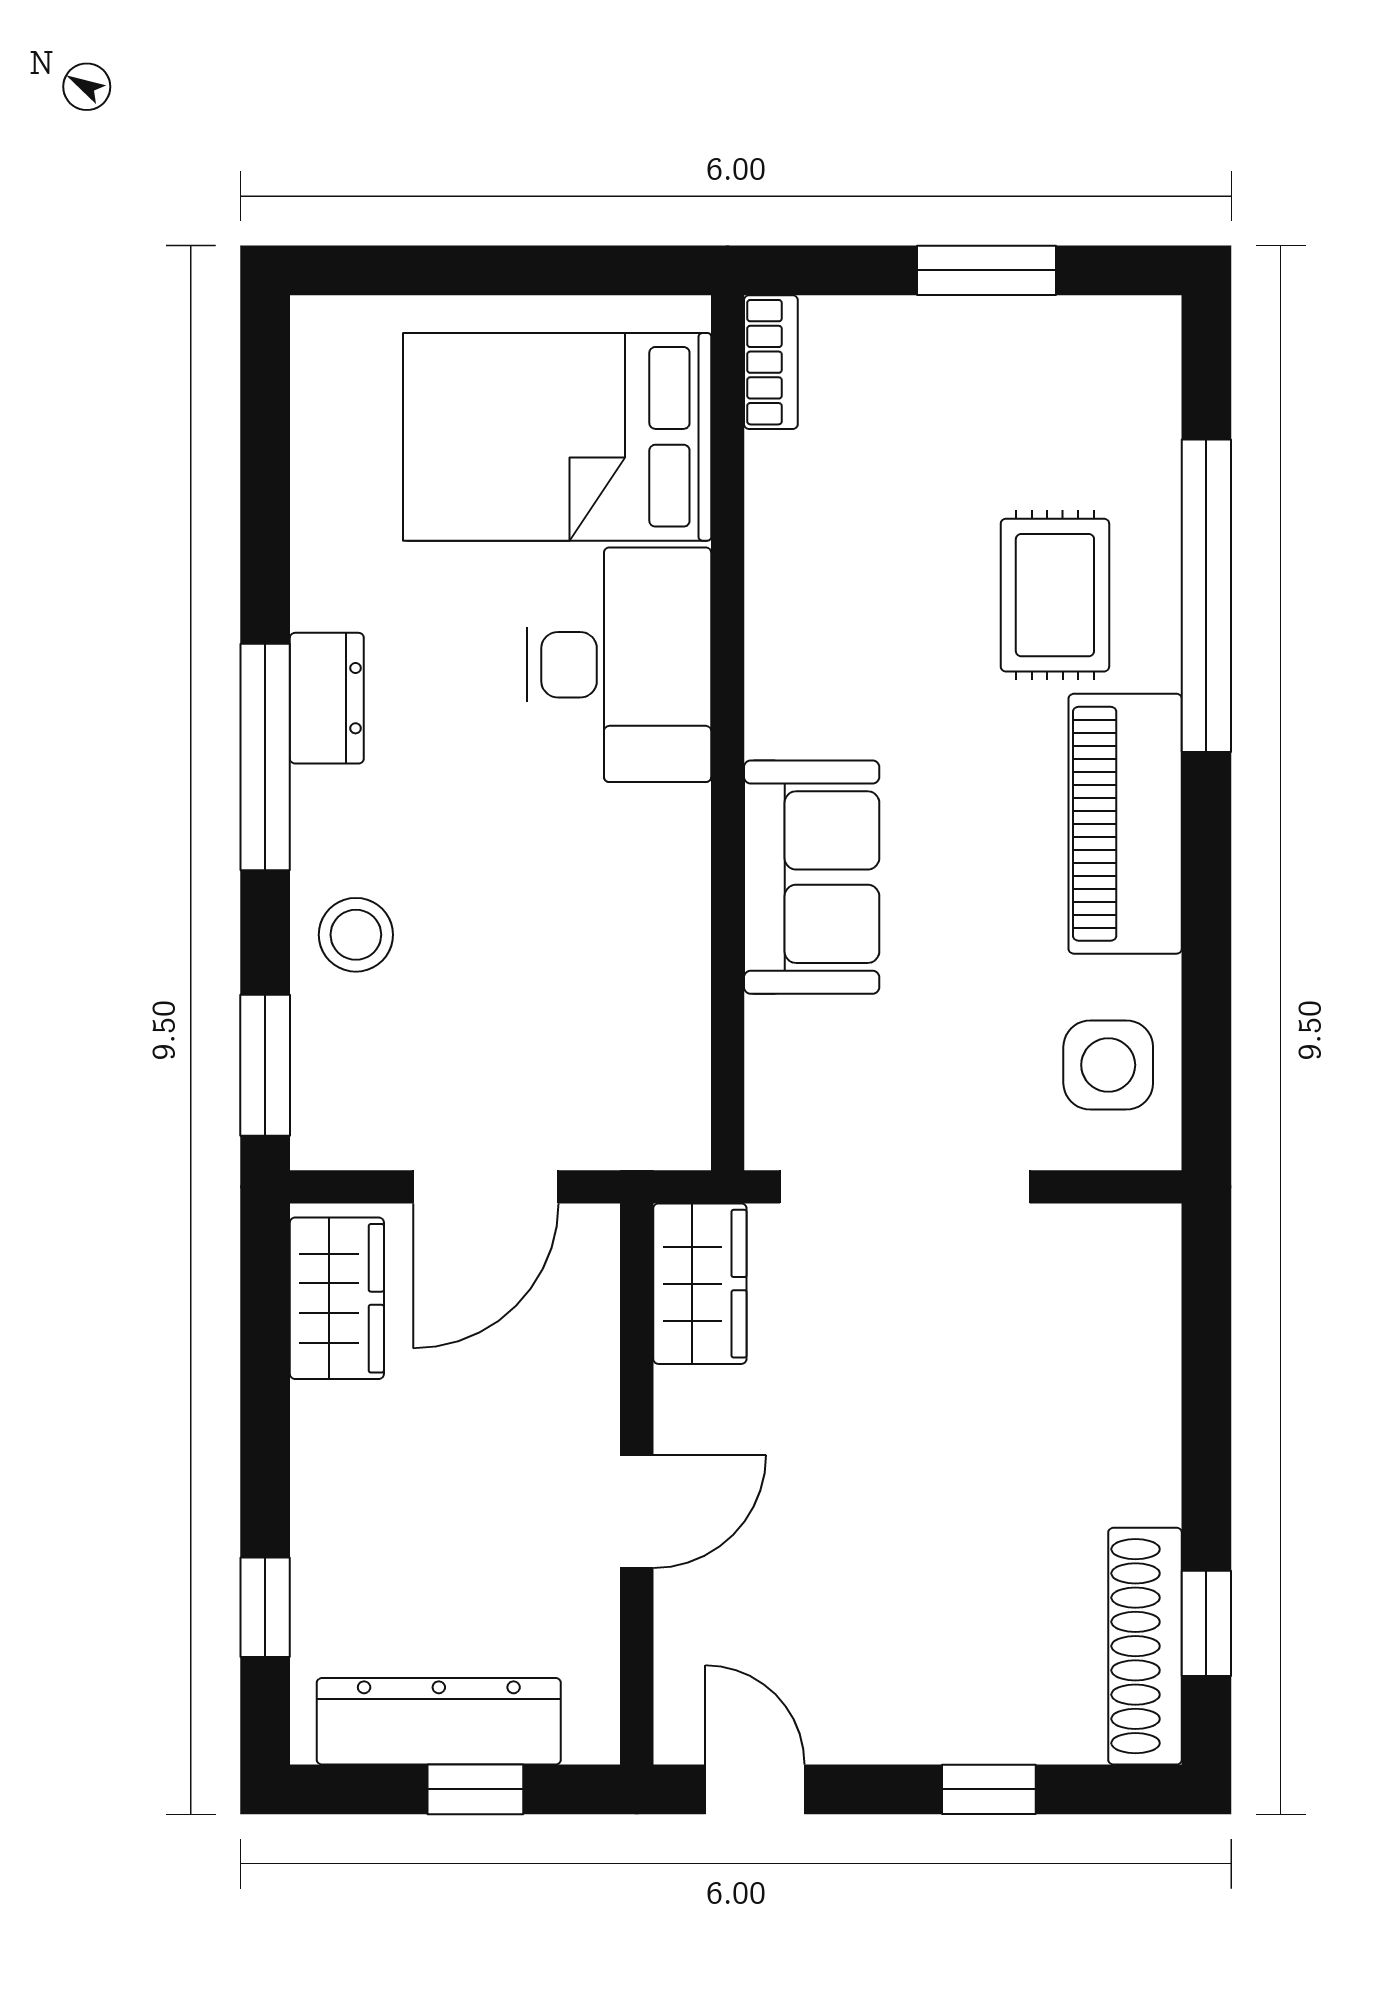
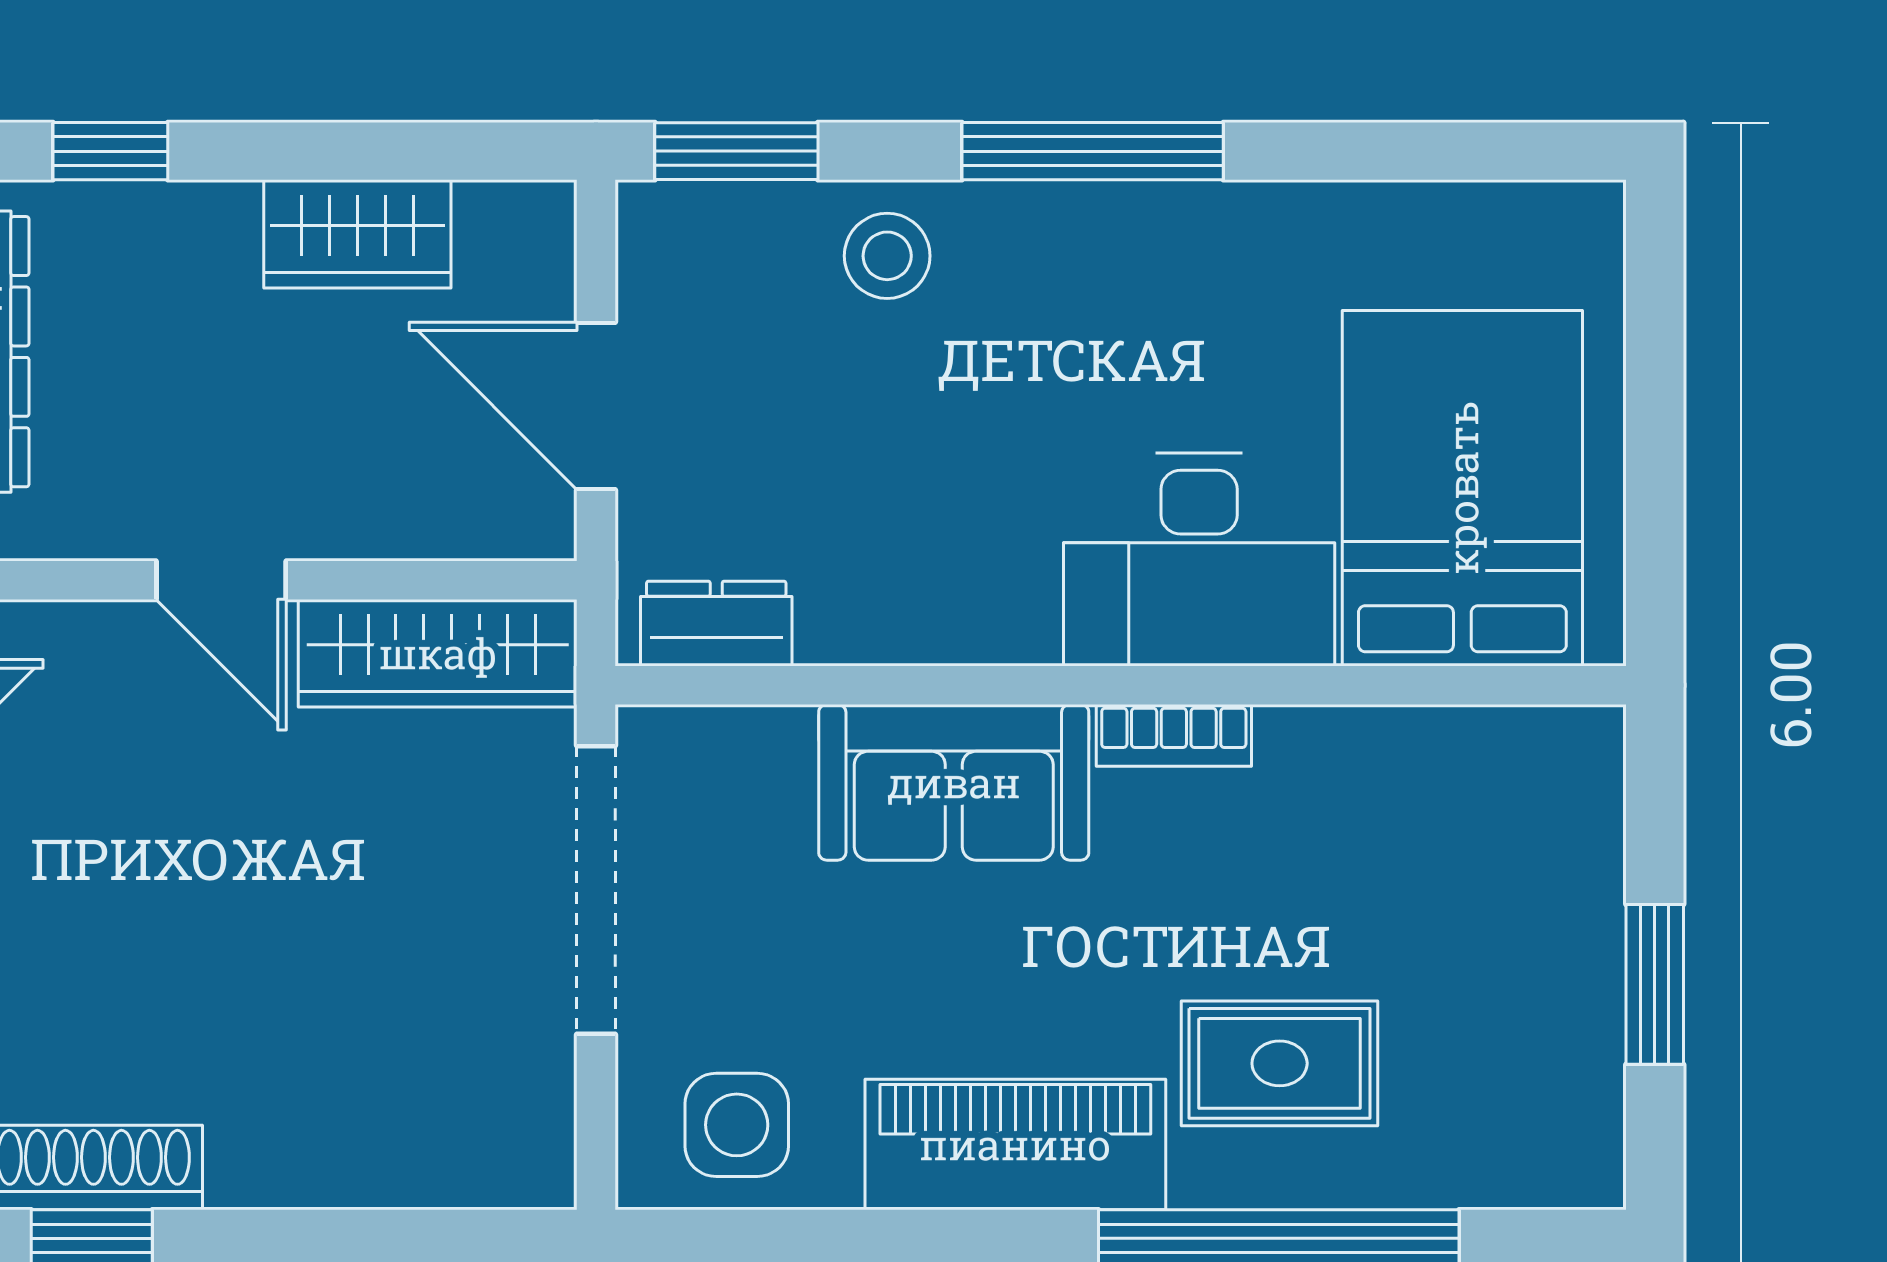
bookcase: (771, 362) -> (1174, 735), moved
dresser: (327, 698) -> (716, 624), moved, turned 180
wardrobe: (700, 1284) -> (438, 653), width x1.50
wardrobe: (337, 1298) -> (357, 234), moved

